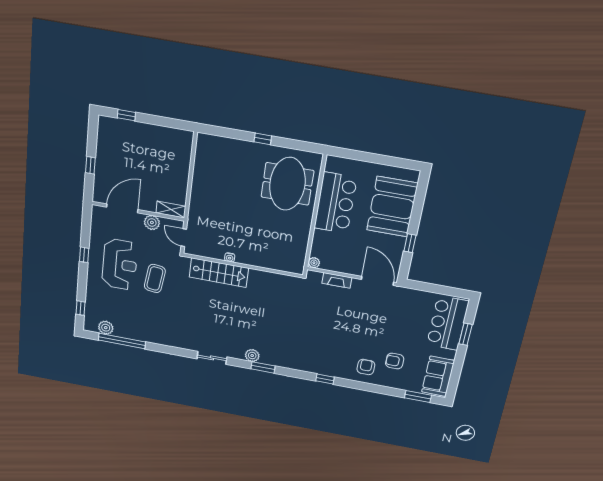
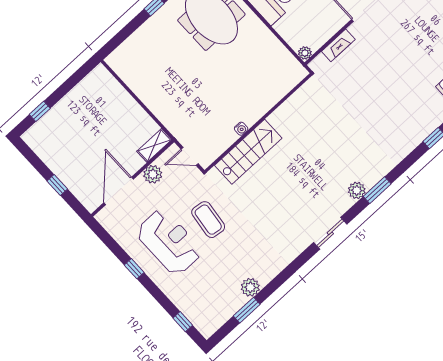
plant: (106, 328) -> (250, 287), moved
window: (122, 341) -> (247, 310), width x0.47

